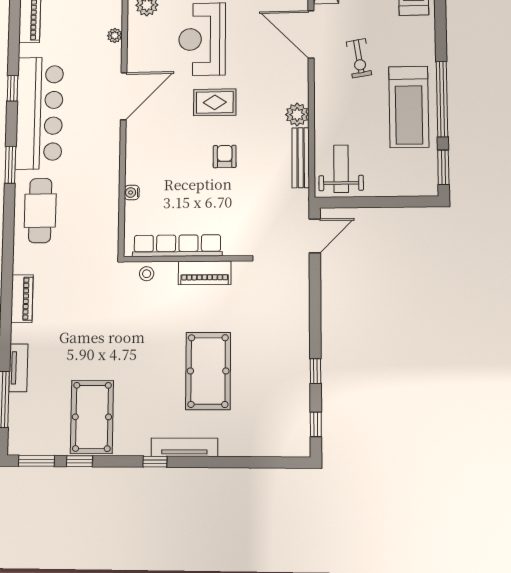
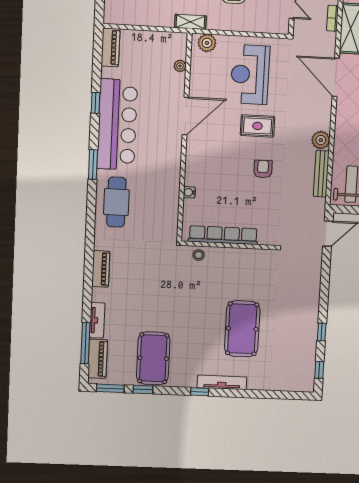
piano: (205, 273) -> (98, 359), moved, turned -90

